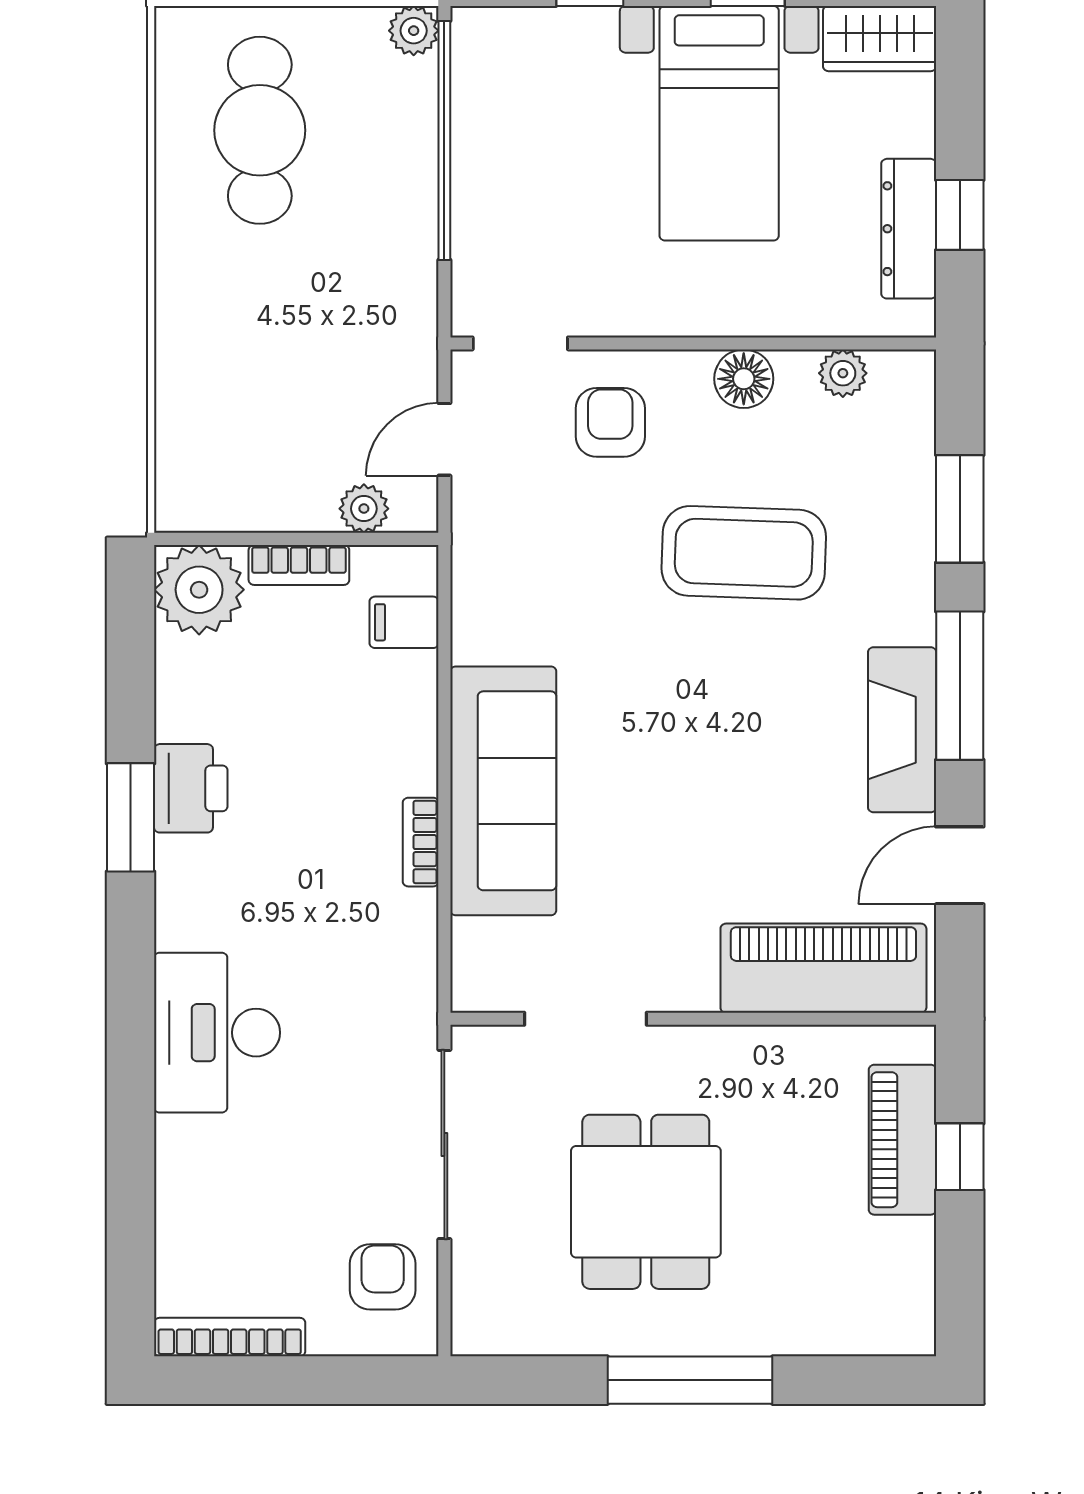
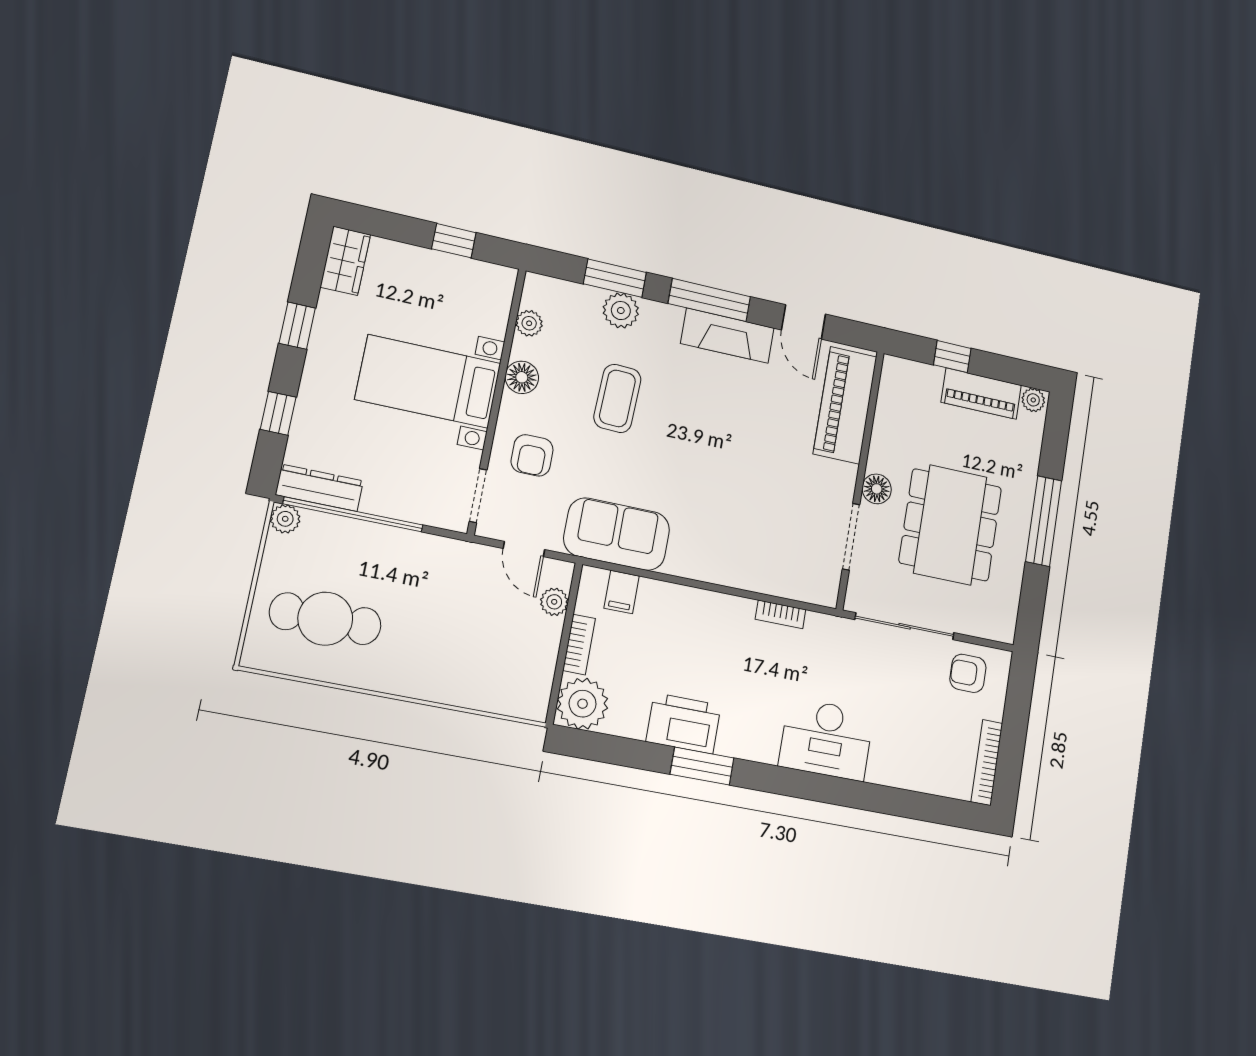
bed with nightstands: (719, 123) -> (428, 381), moved, turned 180
dresser: (909, 229) -> (319, 488), moved, turned 180
armchair: (610, 422) -> (532, 455), turned -90
plant: (903, 530) -> (621, 311), added
coffee table: (744, 553) -> (617, 398), width x0.73, depth x0.76
printer: (191, 788) -> (683, 723), width x1.37, depth x1.19
sofa: (503, 791) -> (617, 534), moved, width x0.73
bookcase: (421, 842) -> (780, 614), moved
floor lamp: (683, 1052) -> (877, 489), added
piano: (903, 1140) -> (981, 394), moved
dining table: (646, 1202) -> (950, 525), width x1.38
plant: (913, 1326) -> (1033, 400), added

